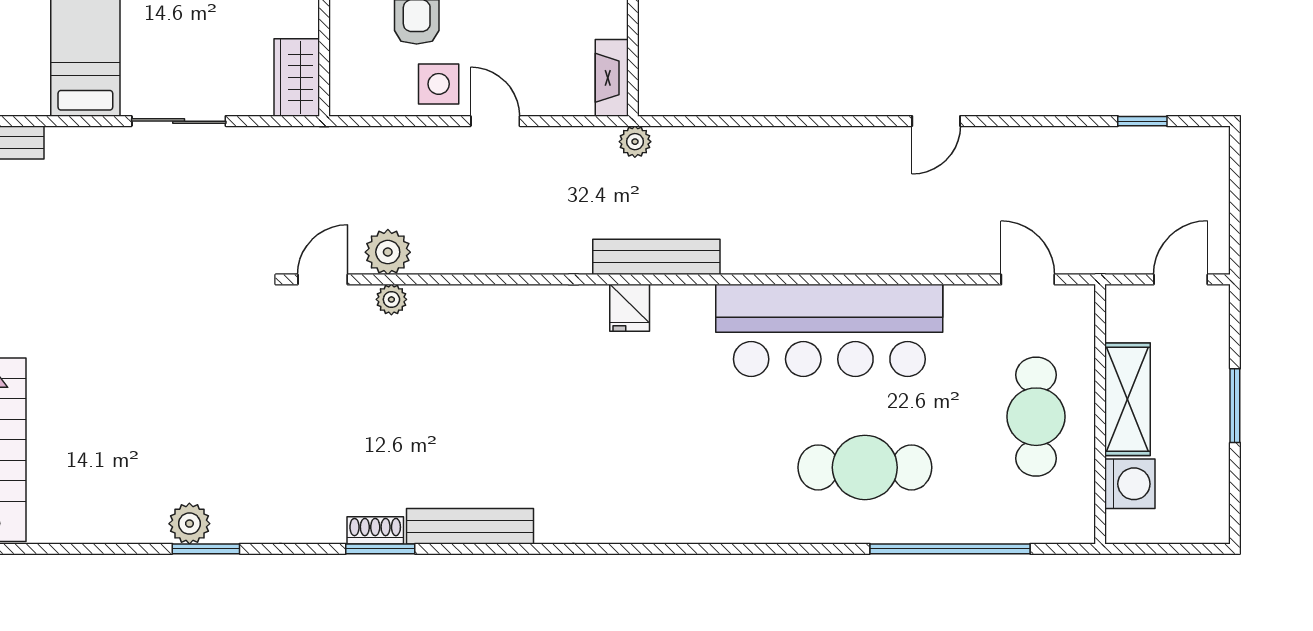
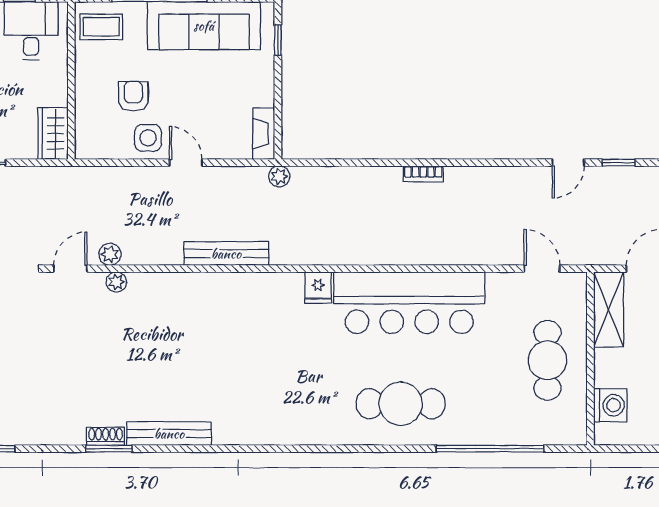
door: (936, 121) -> (568, 163), moved
bookcase: (850, 138) -> (423, 174), added
plant: (388, 252) -> (110, 254), width x0.73, depth x0.73
bench: (656, 257) -> (226, 254), moved
fridge: (630, 308) -> (318, 288), moved
shelving: (1128, 399) -> (609, 309), moved
cafe table: (865, 467) -> (401, 404), moved

